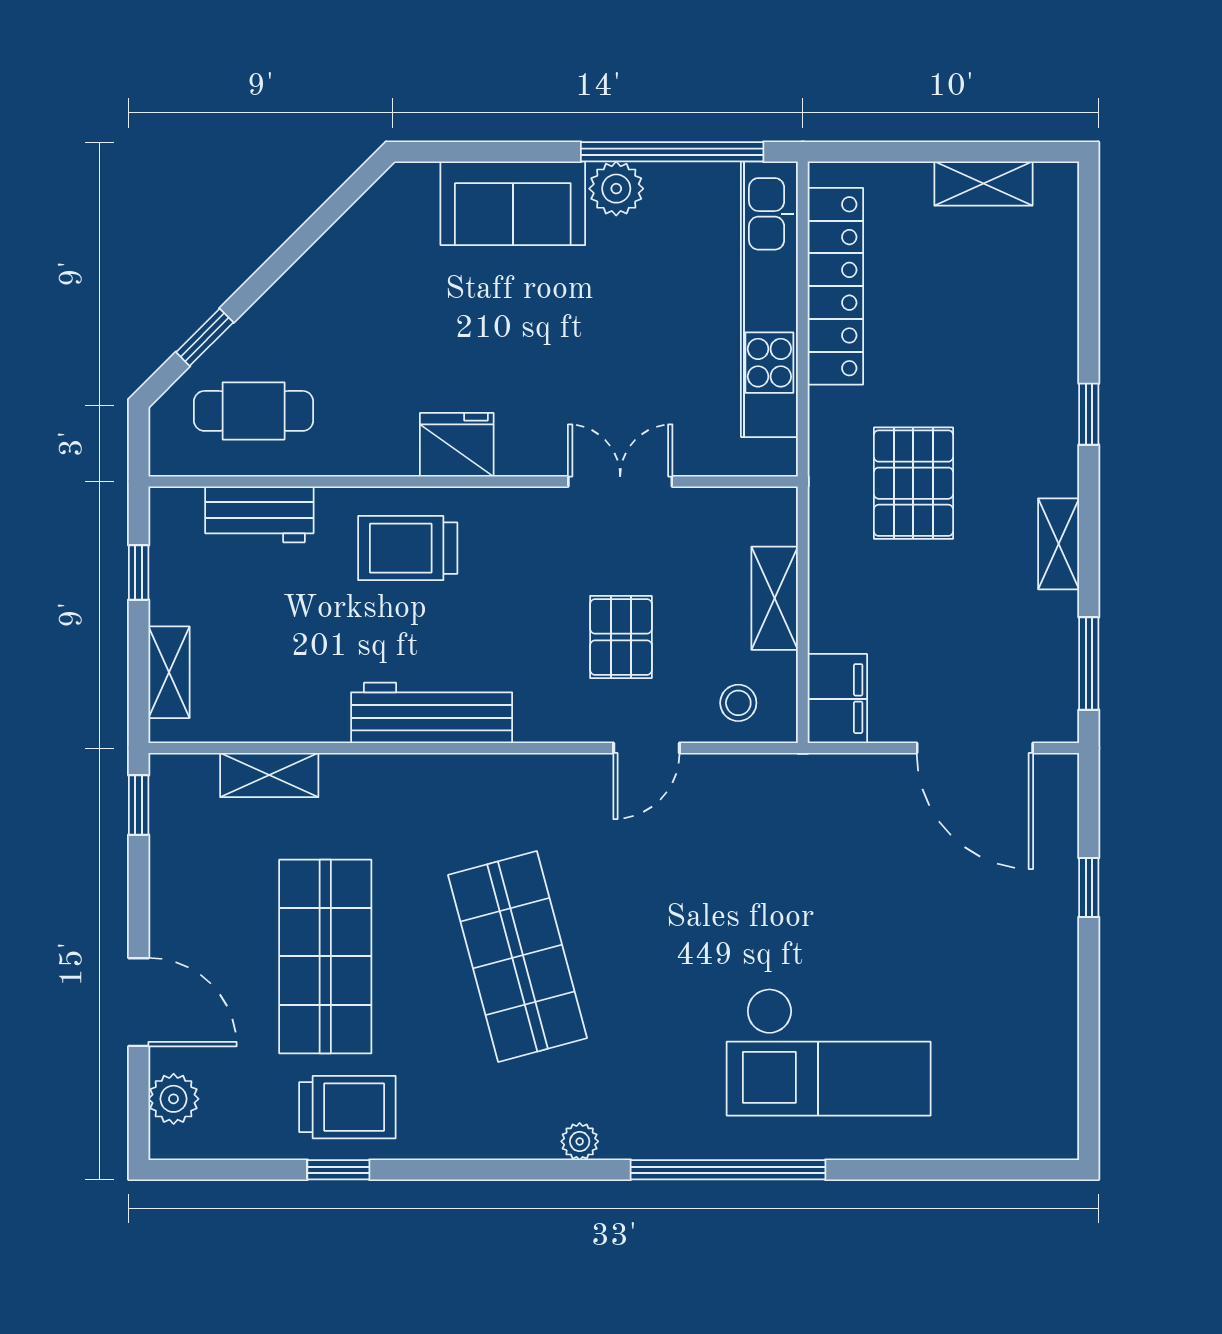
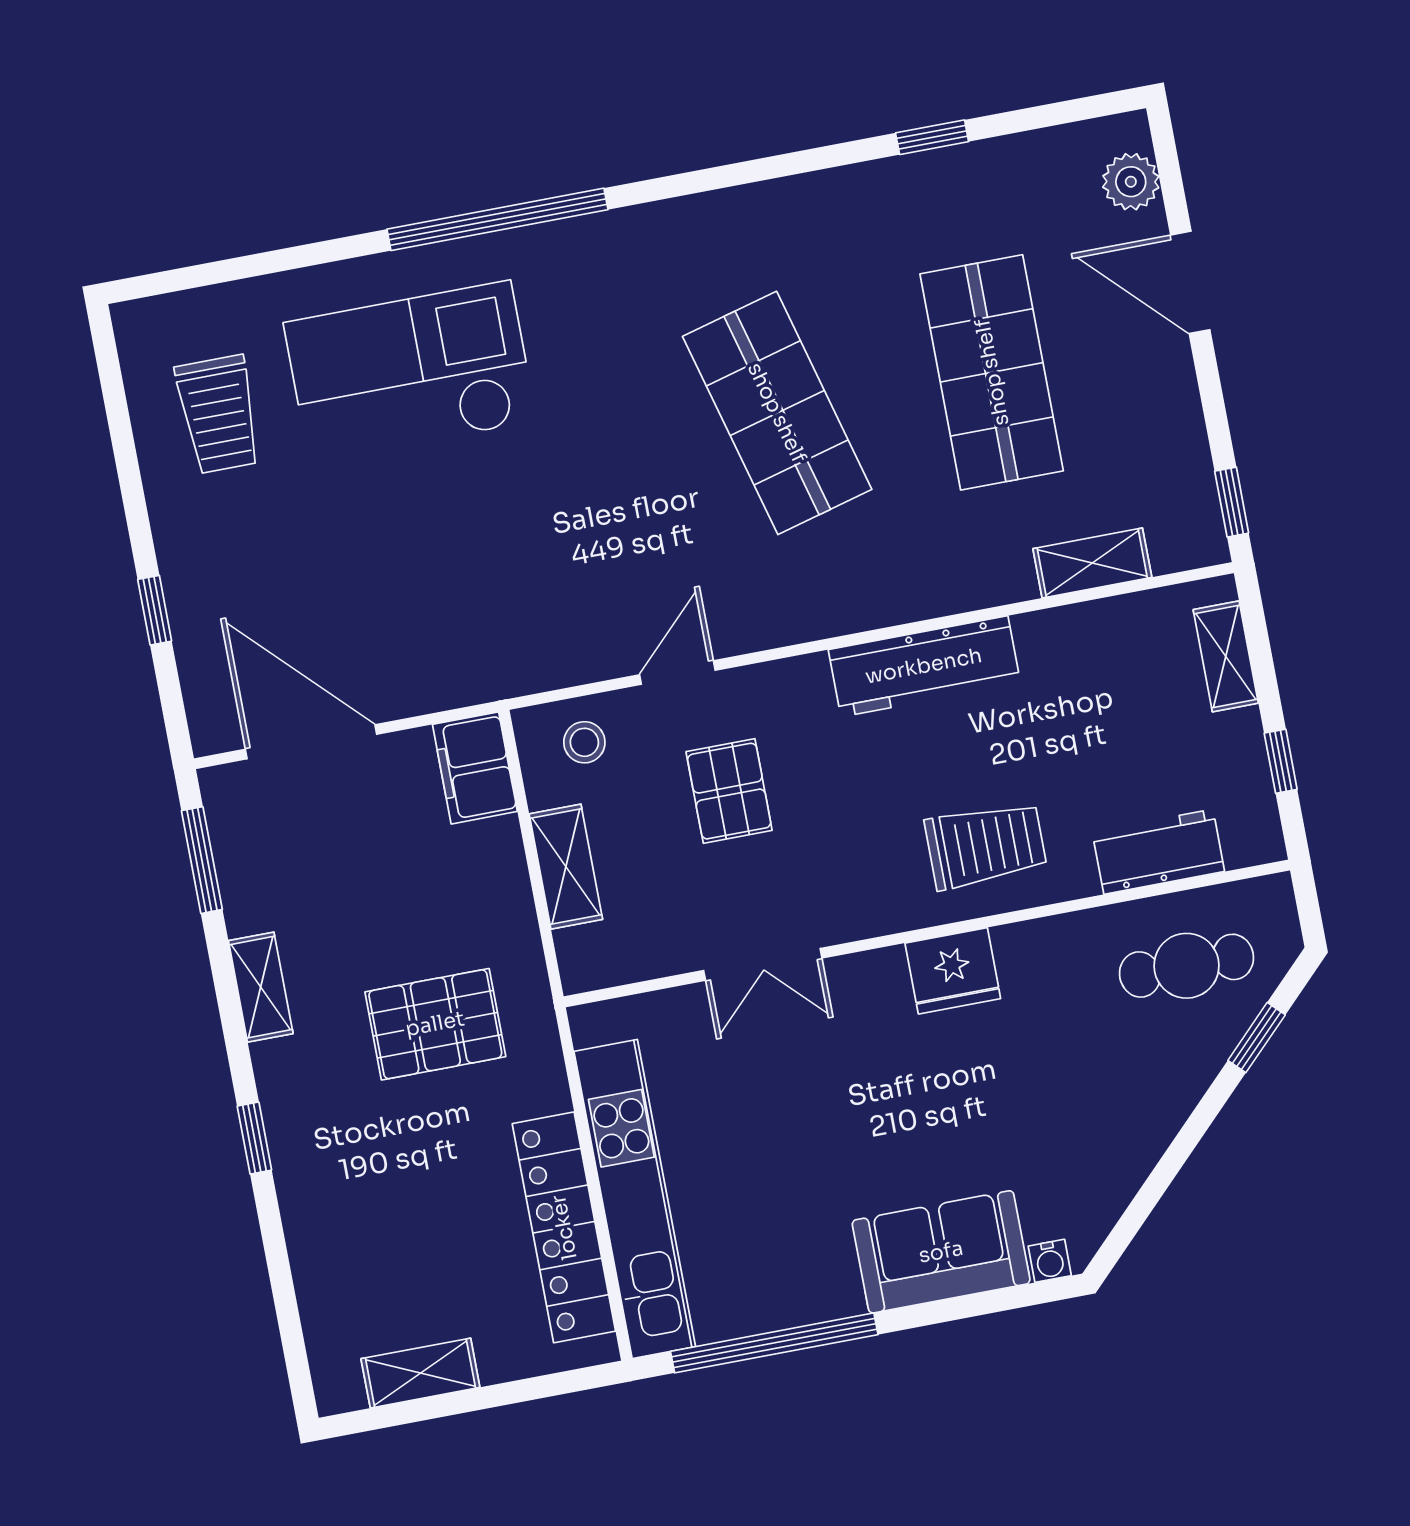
water cooler: (420, 178) -> (1050, 1261), added
plant: (616, 189) -> (829, 1290), removed
pallet: (913, 483) -> (435, 1024), turned 90
trolley: (347, 1107) -> (219, 414), moved, turned -90
plant: (580, 1141) -> (669, 220), removed

